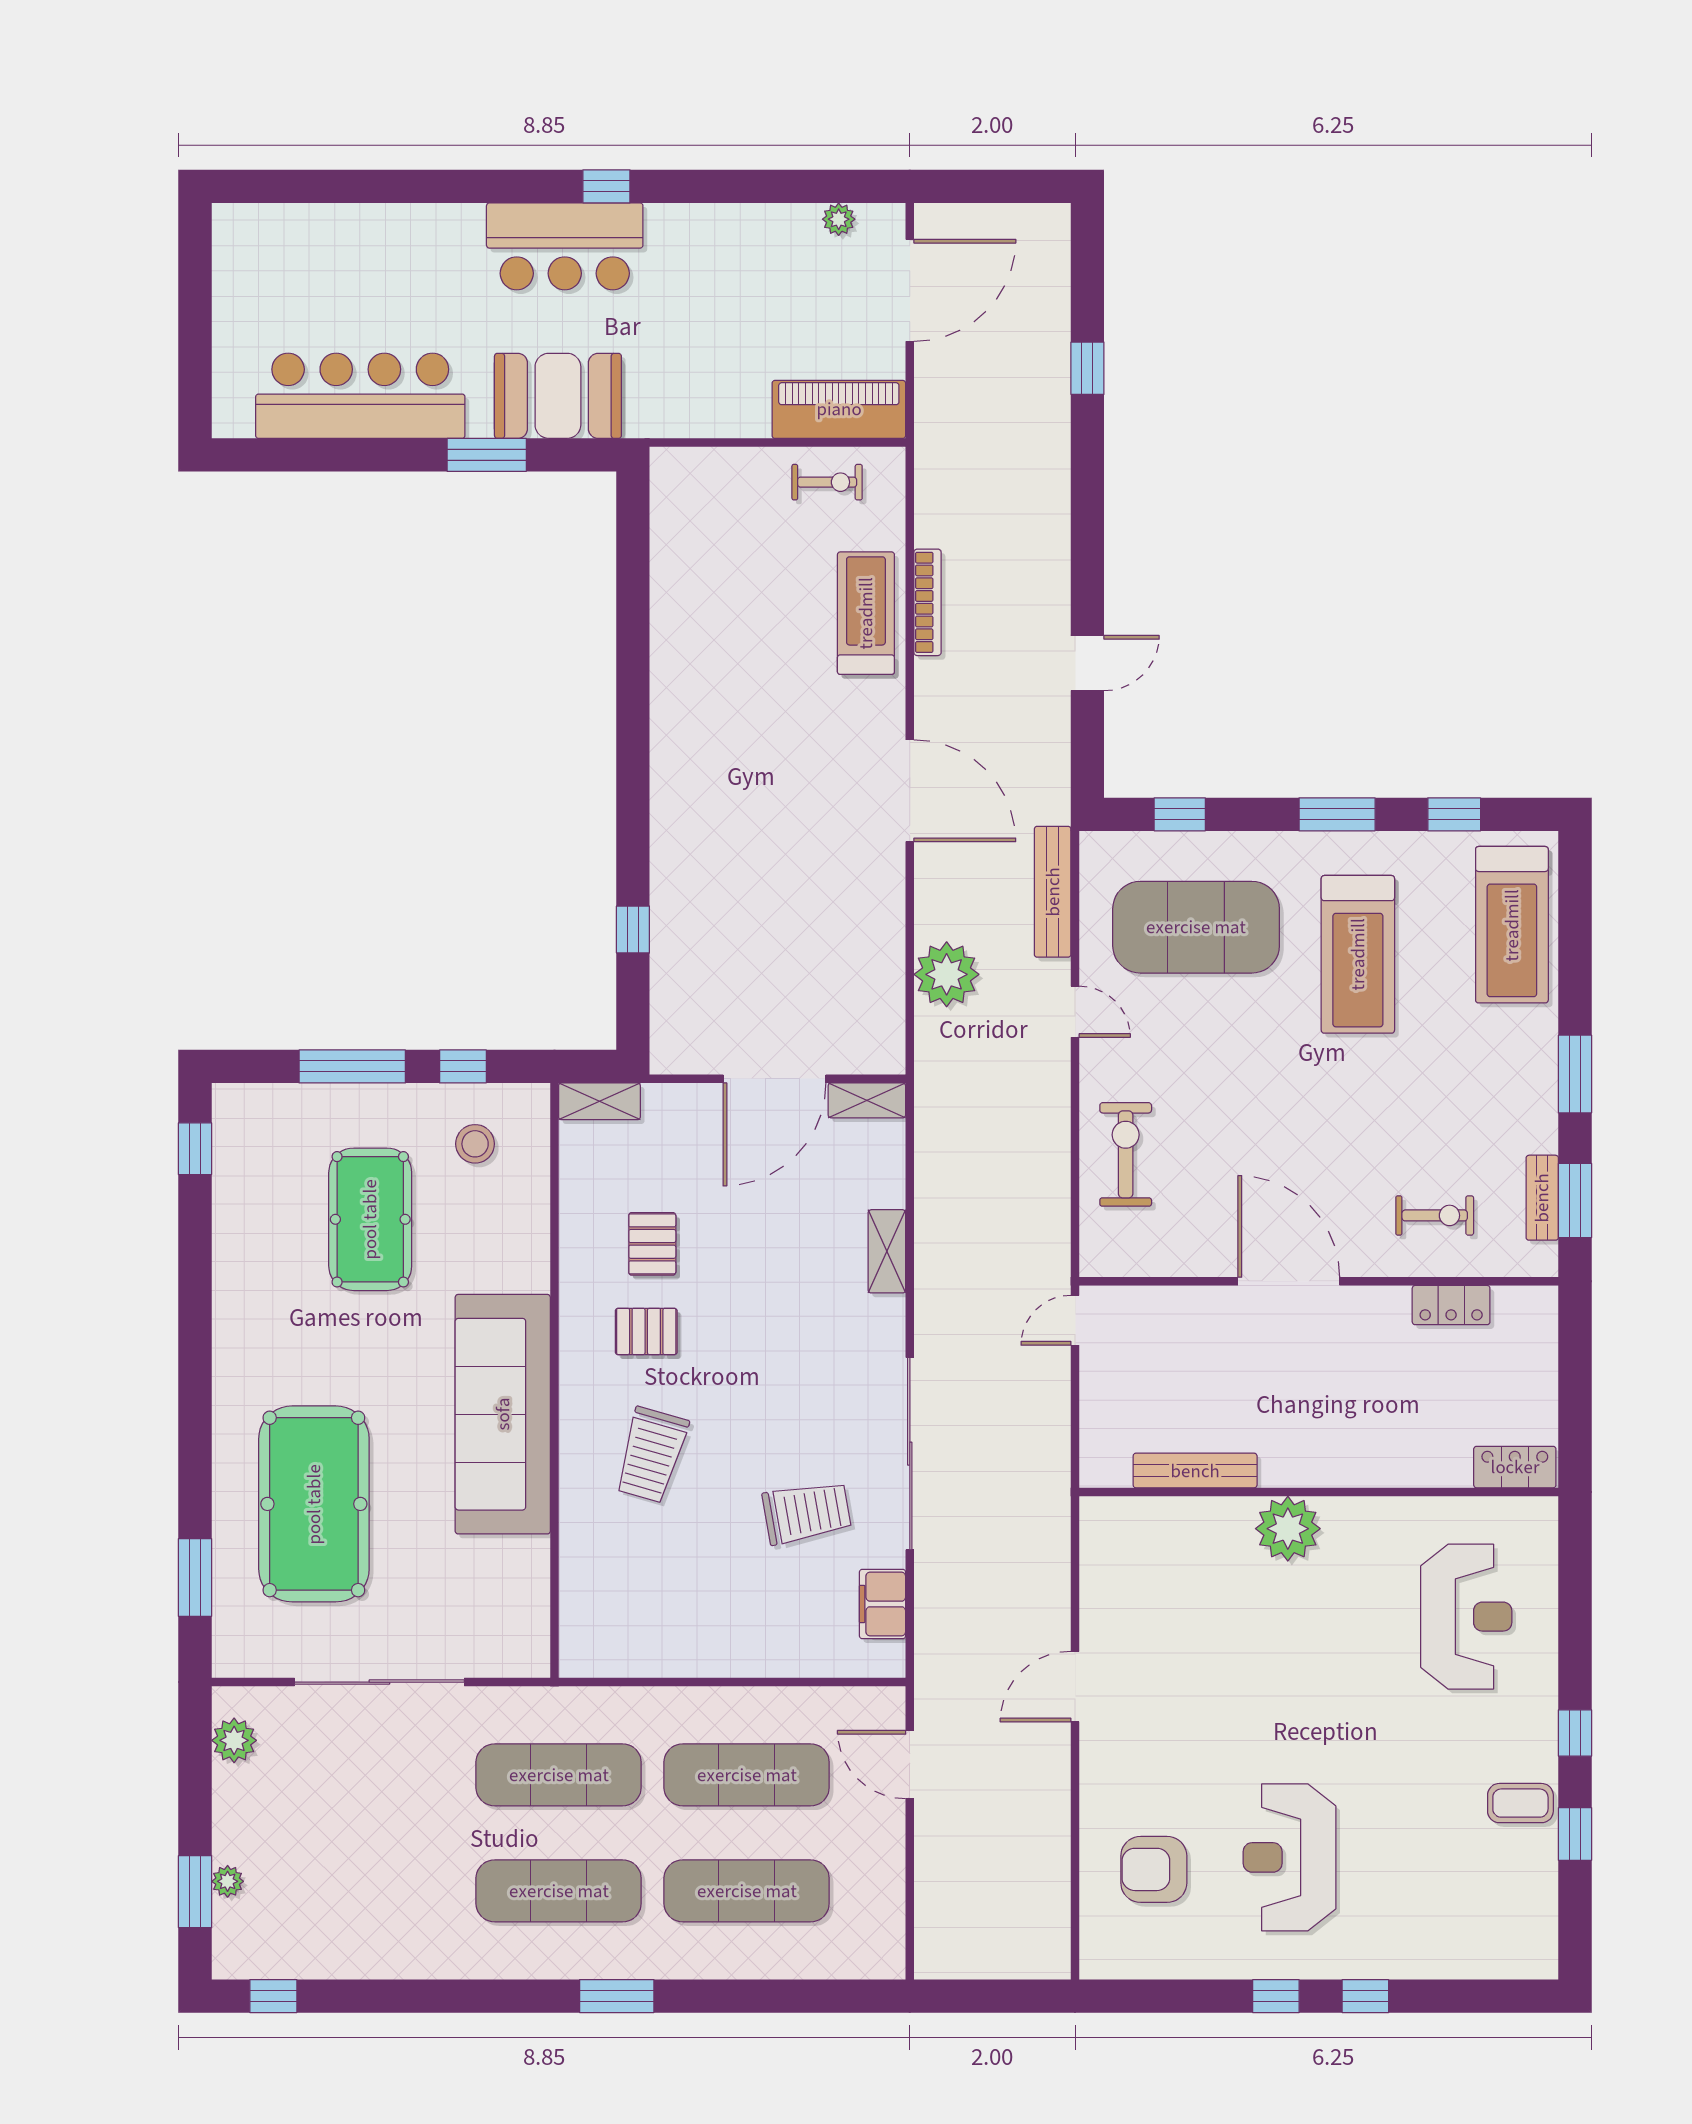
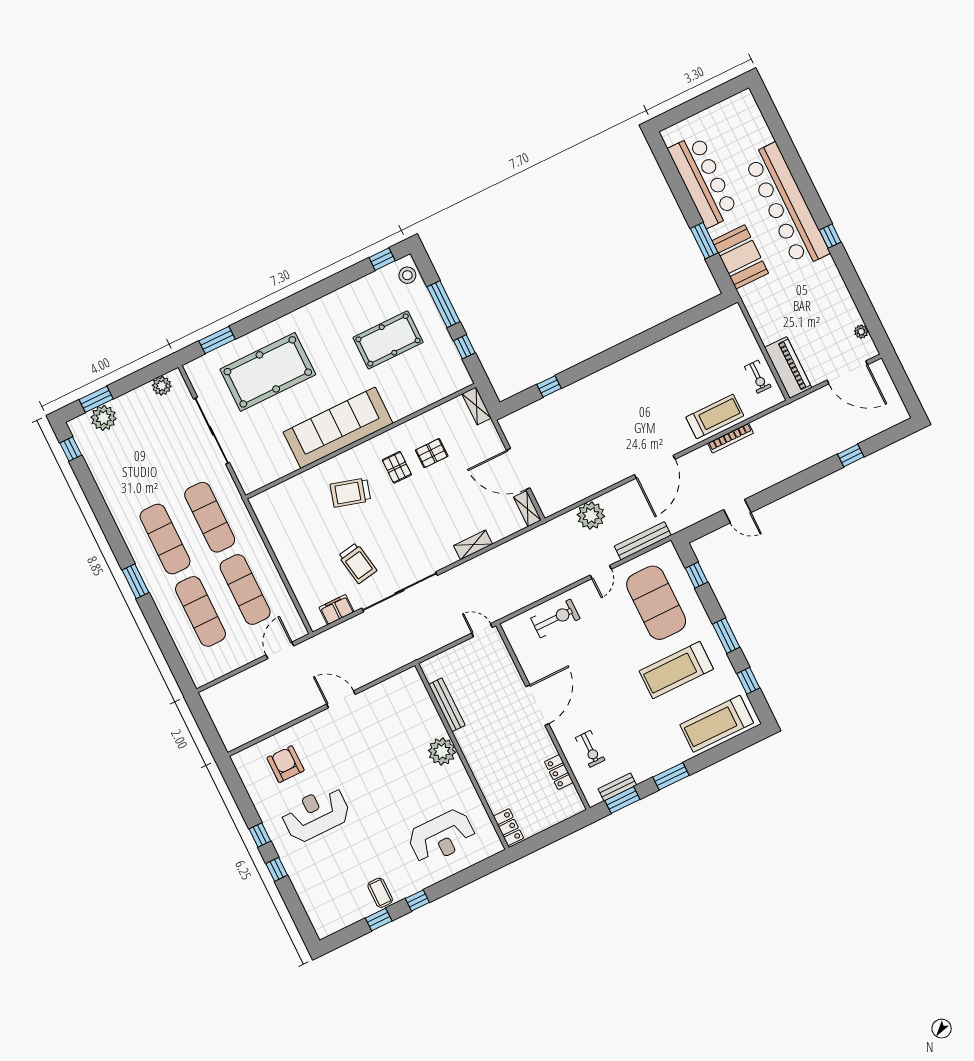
bar counter: (565, 246) -> (786, 205), width x1.86
stool: (475, 1144) -> (407, 275), moved
plant: (228, 1881) -> (104, 418), width x1.88, depth x1.88

